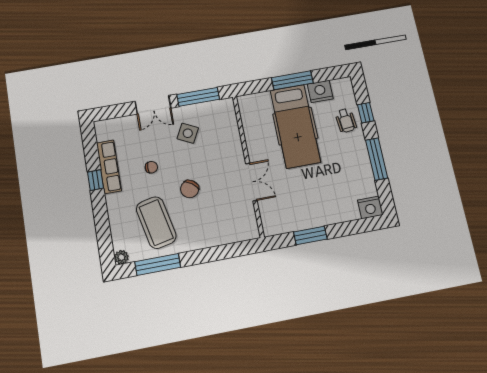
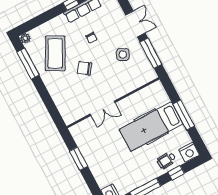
nightstand: (320, 91) -> (189, 152), moved, turned 90
double door: (153, 105) -> (135, 24), swing flipped
coffee table: (156, 223) -> (55, 53), turned -50

